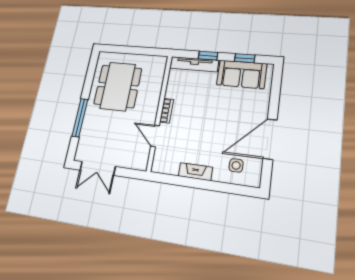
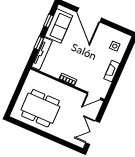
window: (80, 118) -> (55, 139), removed
door: (155, 136) -> (94, 96), moved
door: (270, 139) -> (89, 15), moved
double door: (98, 168) -> (93, 133), swing flipped

